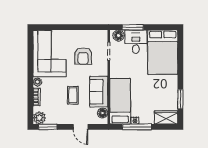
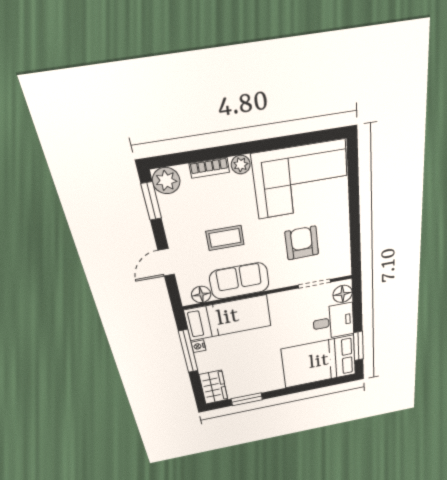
window: (133, 27) -> (358, 346), moved
armchair: (83, 56) -> (302, 243), turned 89

